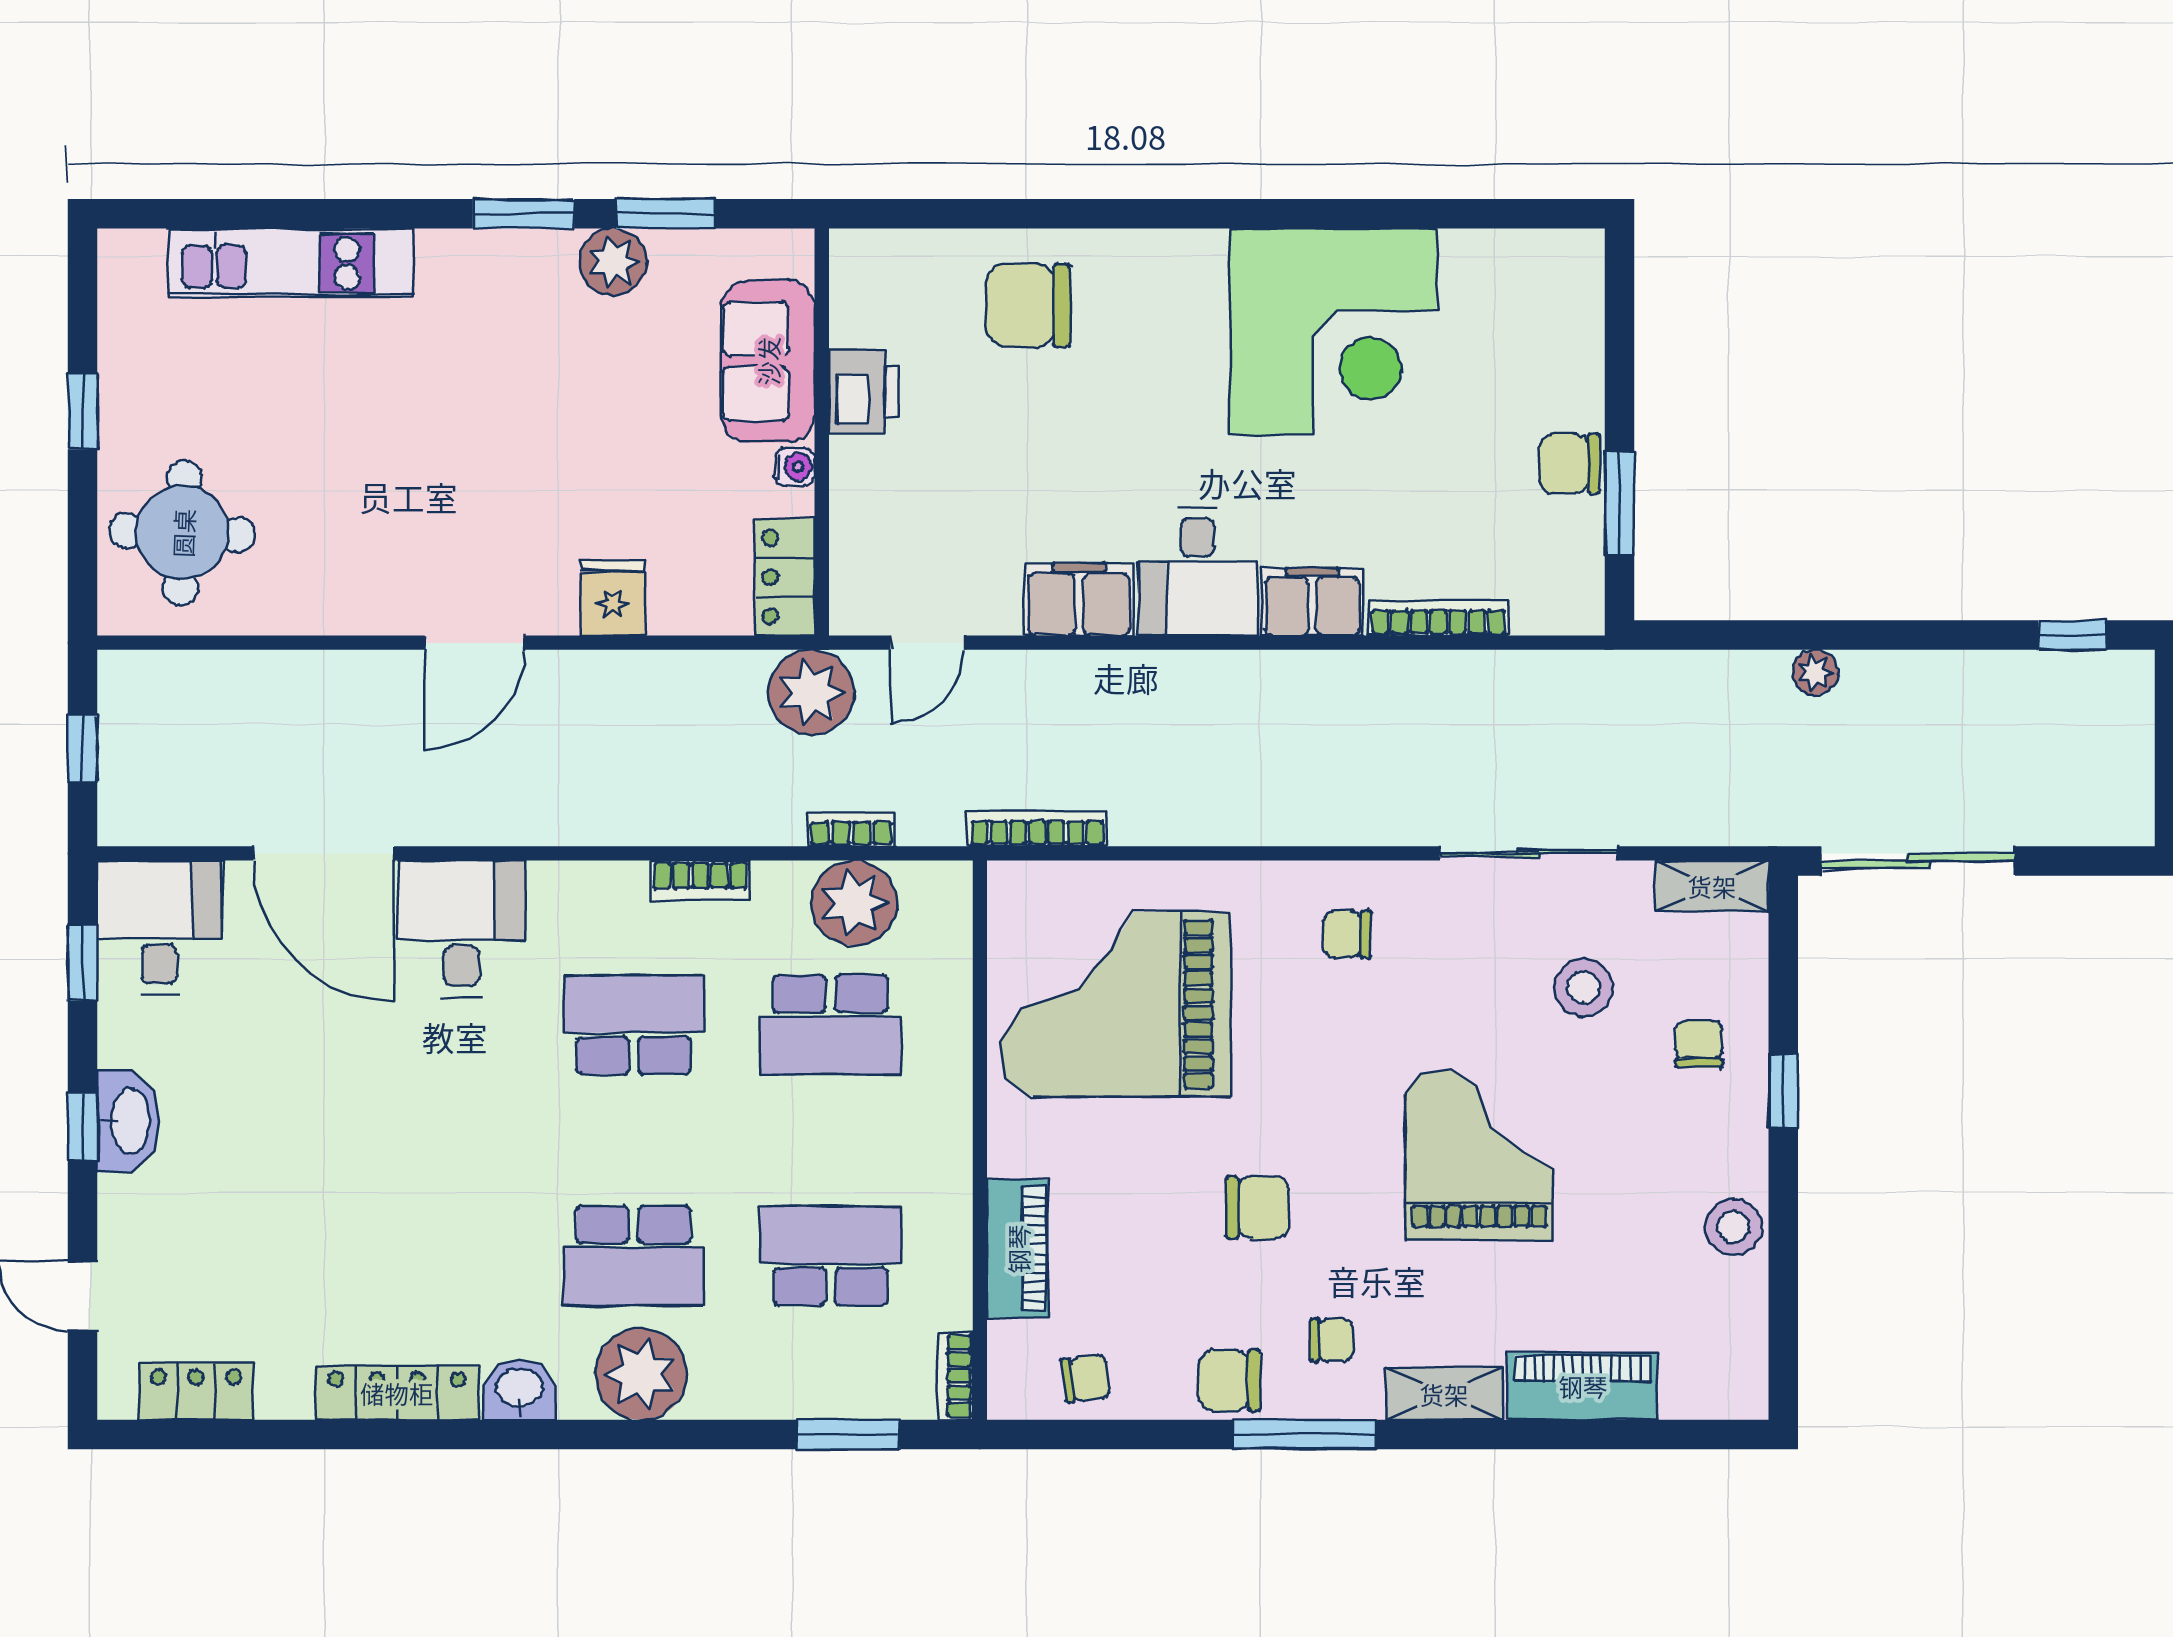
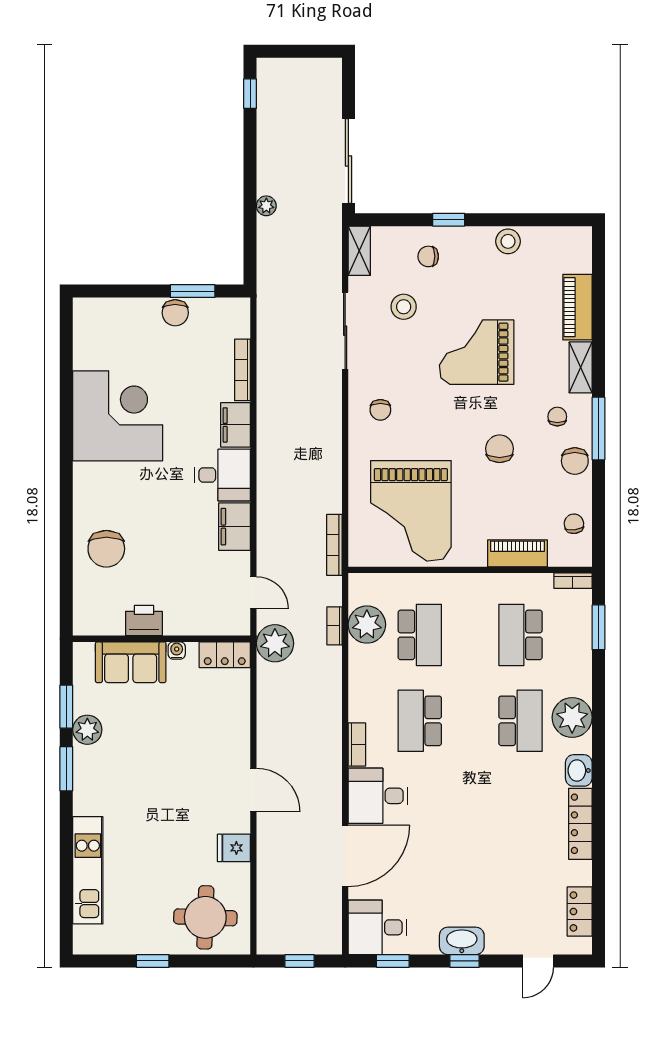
fridge: (613, 598) -> (234, 848), moved
bookcase: (700, 880) -> (357, 744), moved

